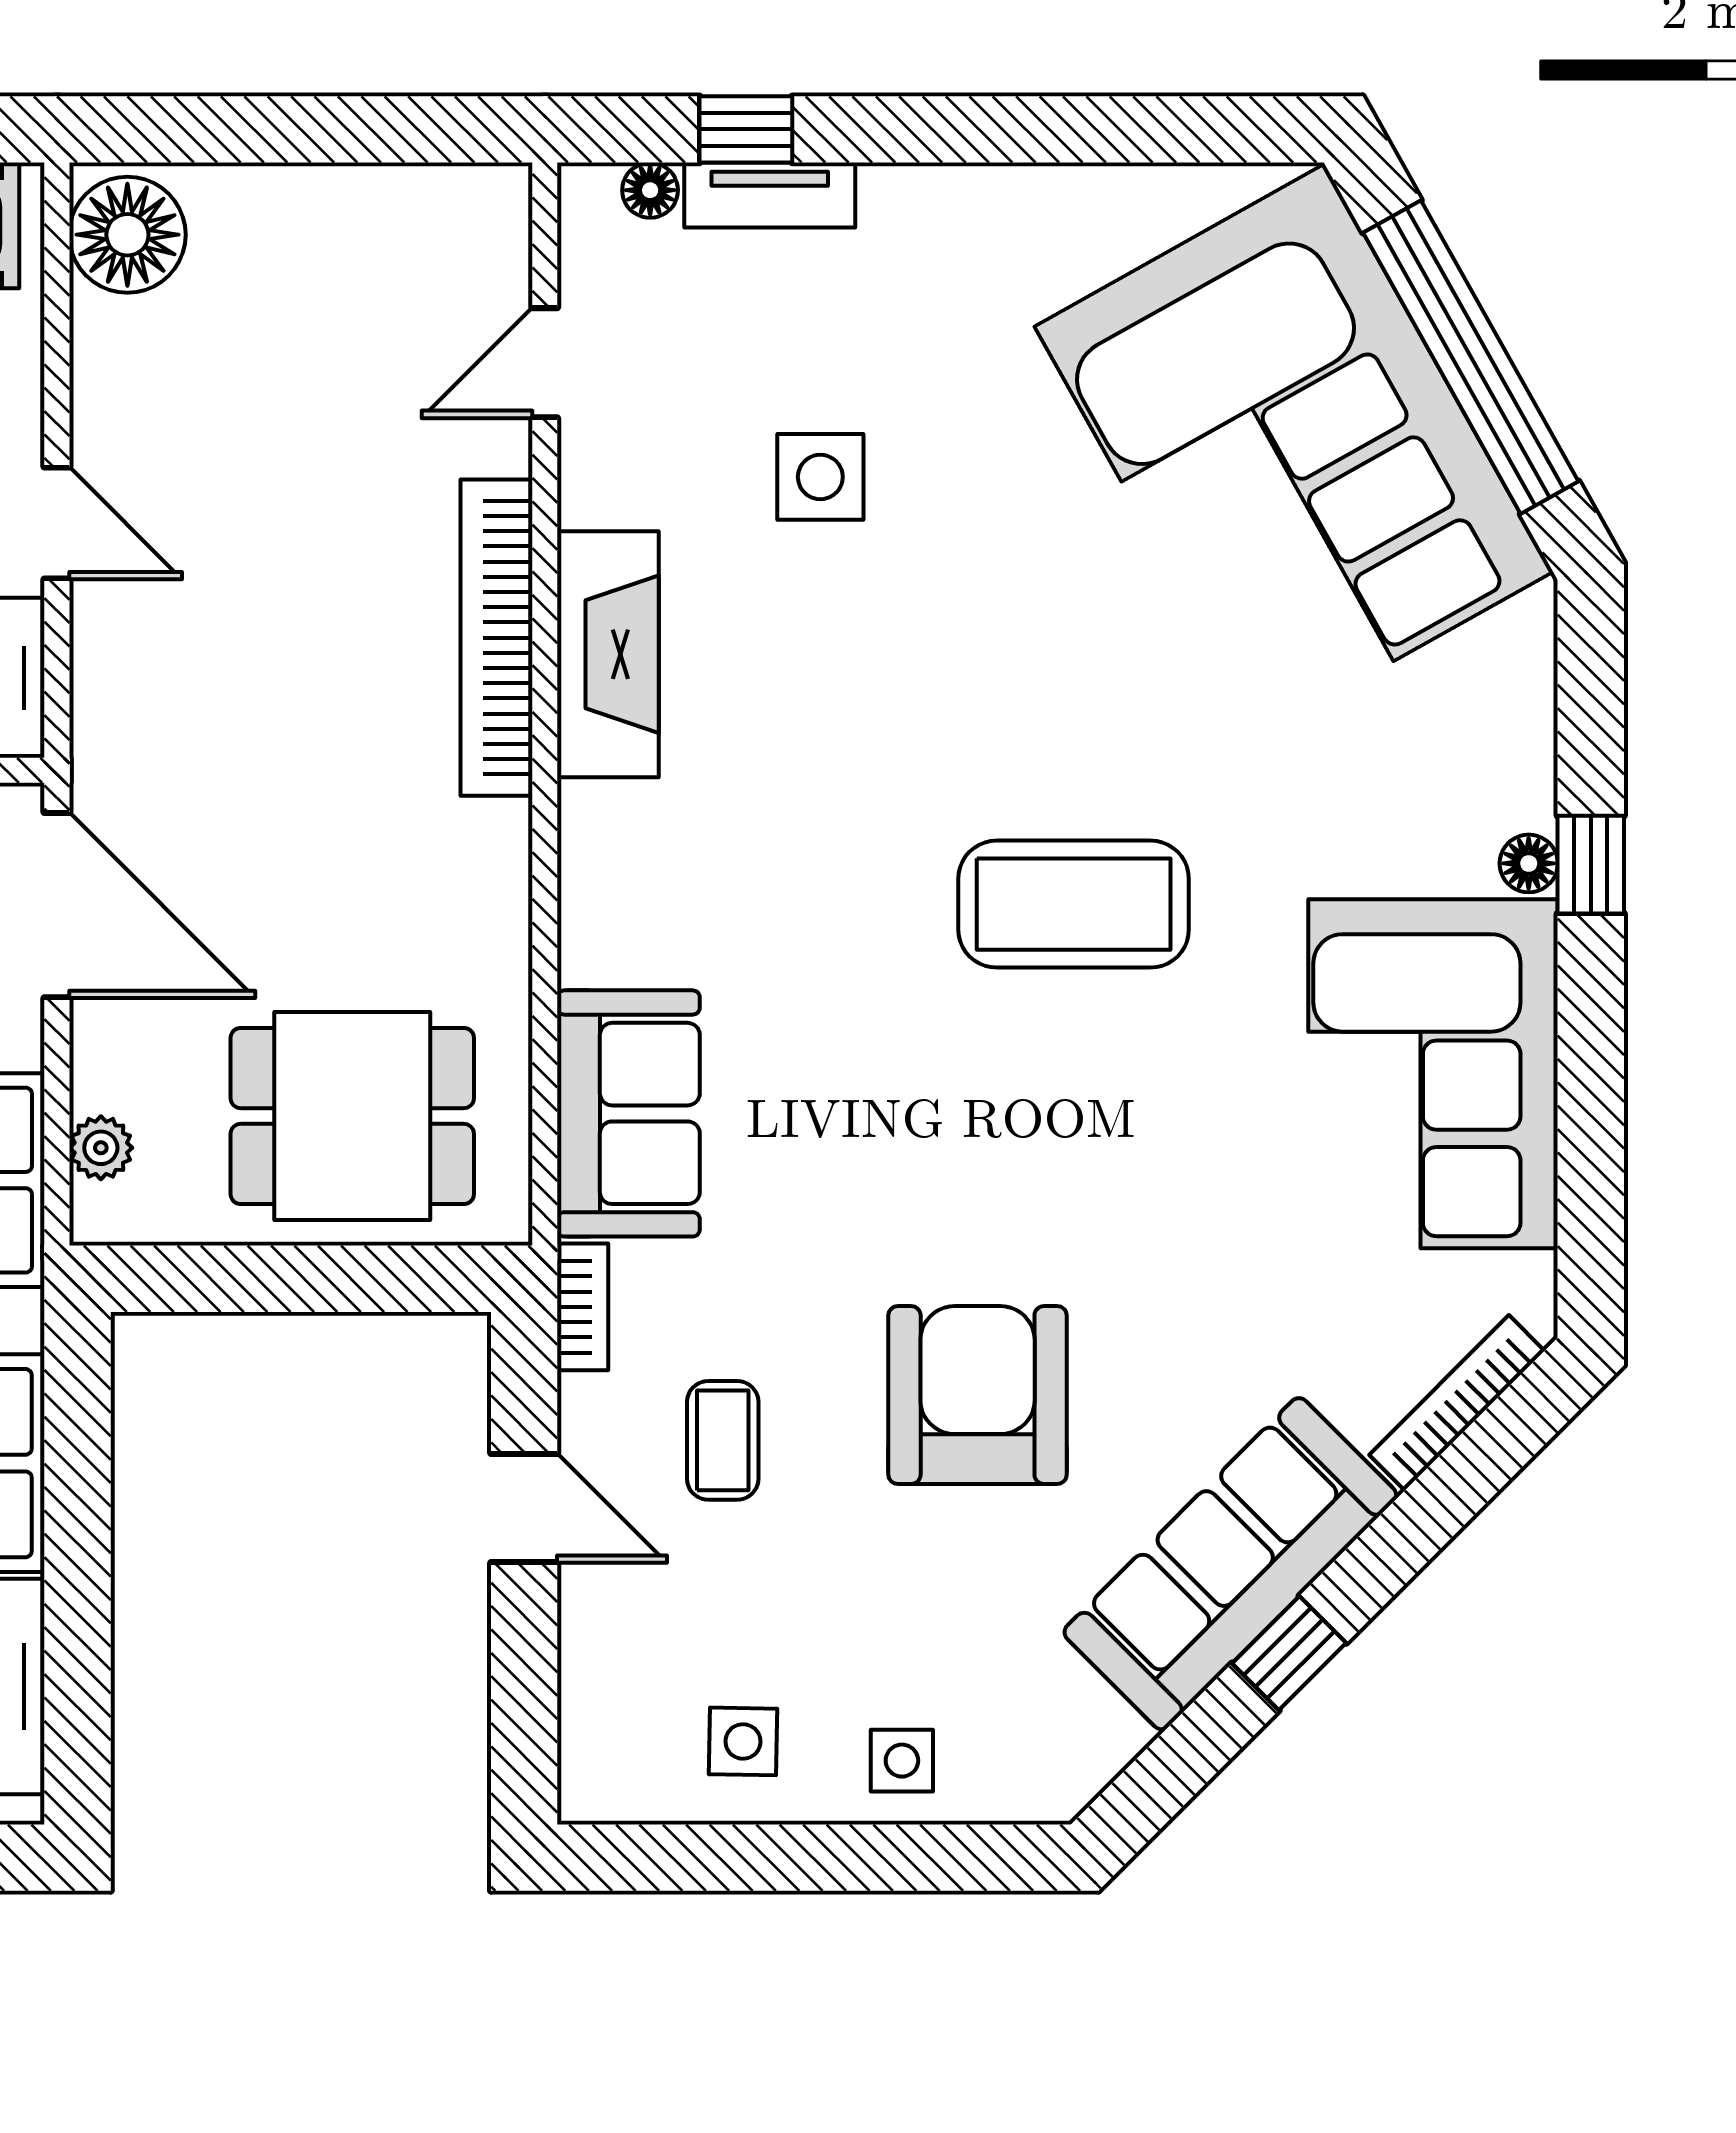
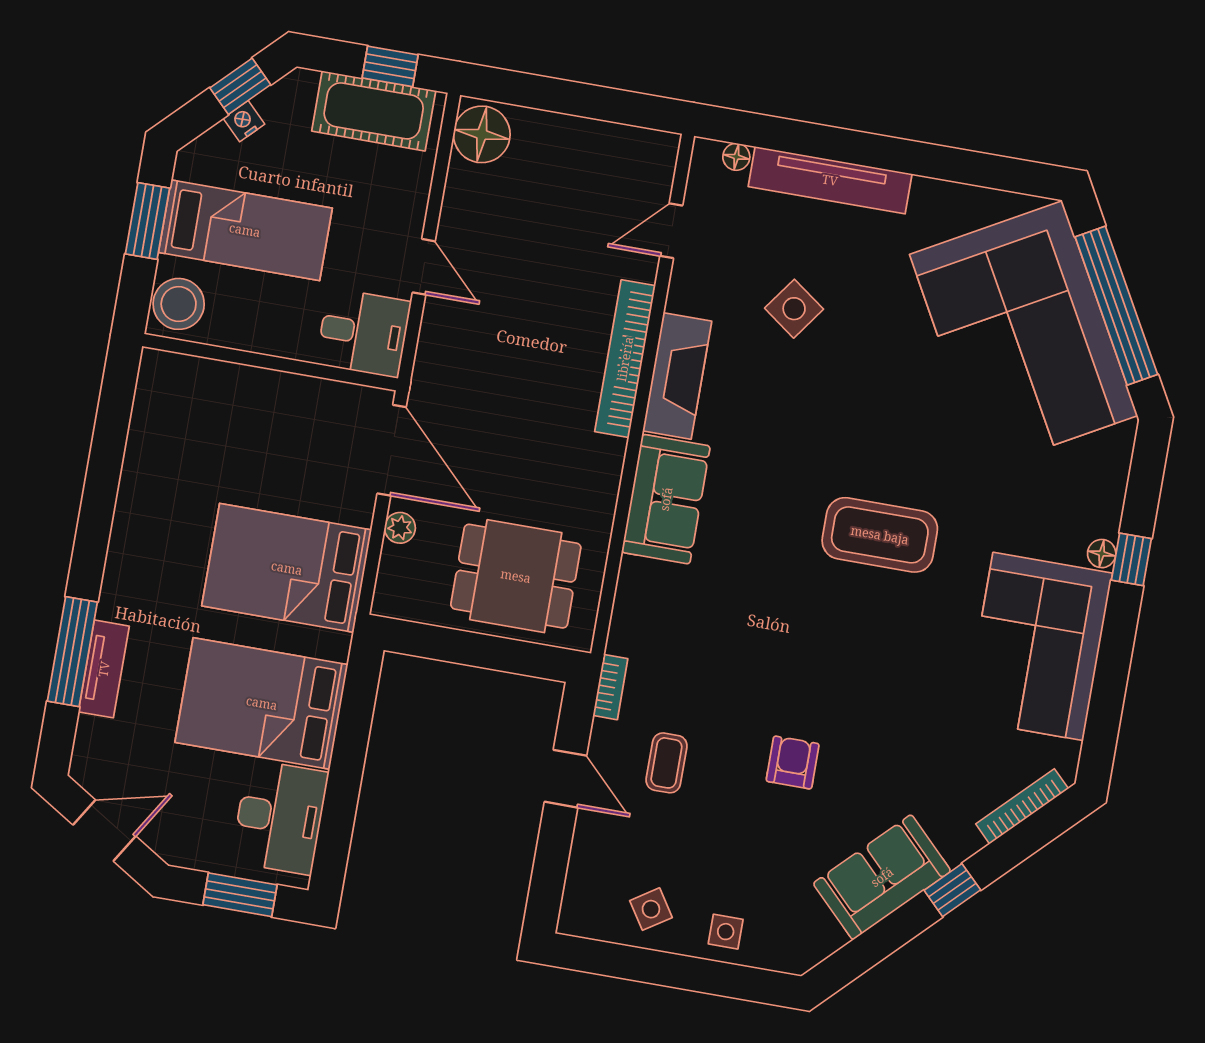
window: (746, 129) -> (787, 136), removed
tv unit: (770, 195) -> (830, 180), width x1.92, depth x1.29
side table: (820, 477) -> (794, 309), turned 36
sofa: (628, 1113) -> (666, 499), moved
plant: (101, 1148) -> (400, 528), moved
armchair: (978, 1395) -> (793, 762), width x0.53, depth x0.53
sofa: (1230, 1564) -> (882, 877), width x0.73
window: (1289, 1653) -> (952, 890), moved
side table: (743, 1741) -> (651, 909), turned -34

